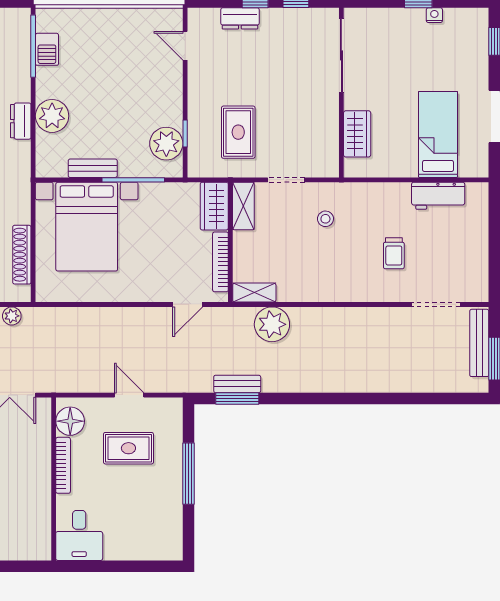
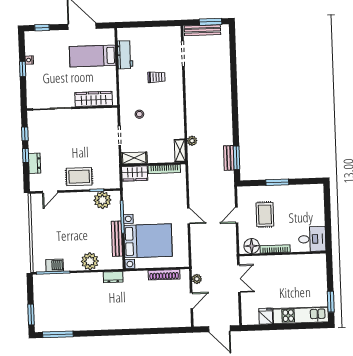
dresser: (21, 121) -> (113, 277), moved
rug: (238, 132) -> (79, 177), moved
wardrobe: (357, 134) -> (94, 99), width x1.50
bench: (93, 168) -> (117, 239), width x1.36
door: (188, 304) -> (189, 216), moved
plant: (272, 324) -> (192, 141), width x0.53, depth x0.53
window: (188, 474) -> (277, 182), width x0.69

